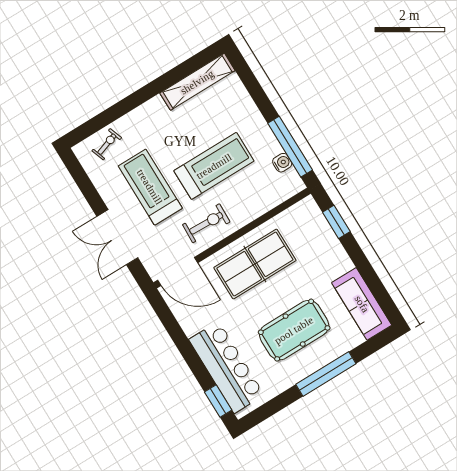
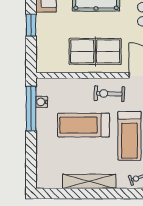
shelving: (197, 82) -> (89, 181), moved
window: (336, 222) -> (31, 25), moved

